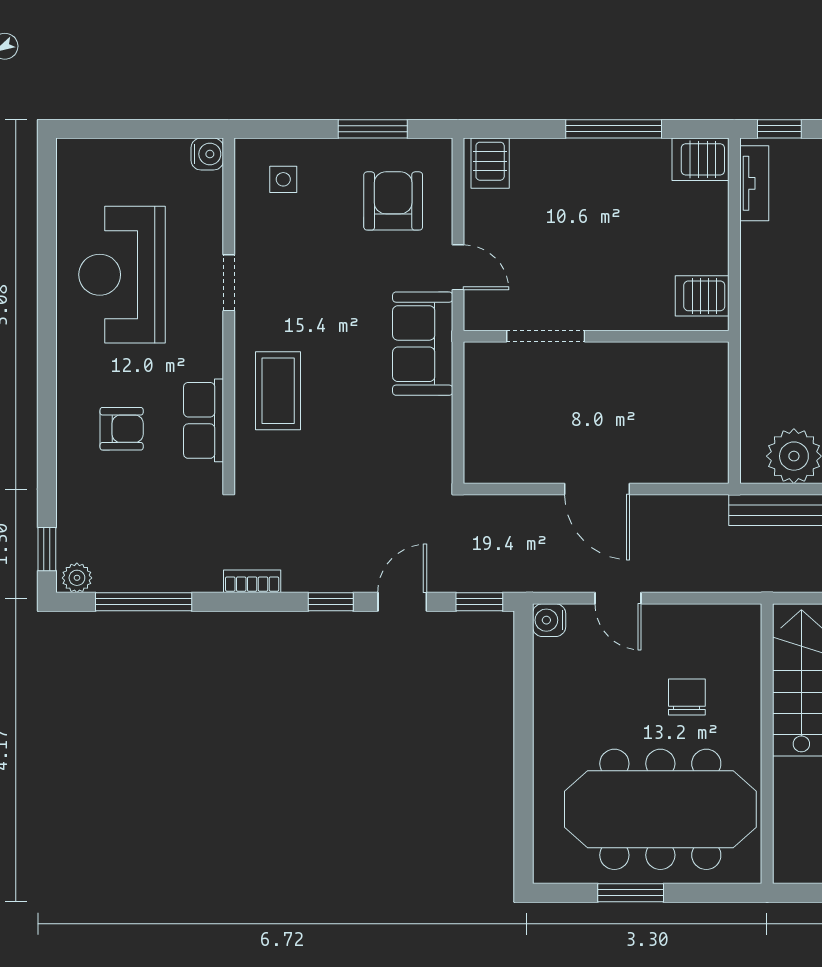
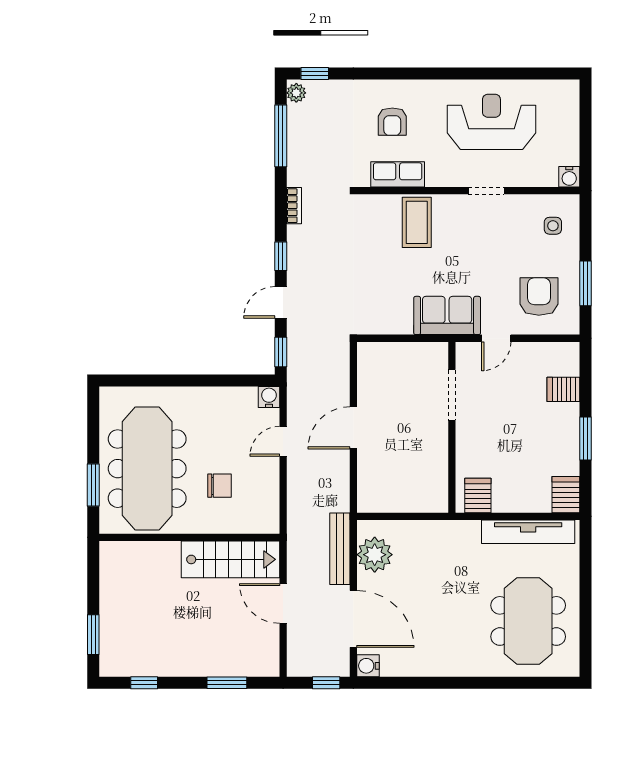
window: (614, 129) -> (585, 438), width x0.69
window: (779, 129) -> (585, 545), removed
server rack: (490, 163) -> (563, 389), moved
tv unit: (754, 183) -> (528, 532), width x1.92, depth x1.29
armchair: (393, 201) -> (539, 297), turned -90
coffee table: (278, 391) -> (417, 222), turned 90
door: (402, 602) -> (281, 302), swing flipped
window: (631, 893) -> (93, 485), moved

